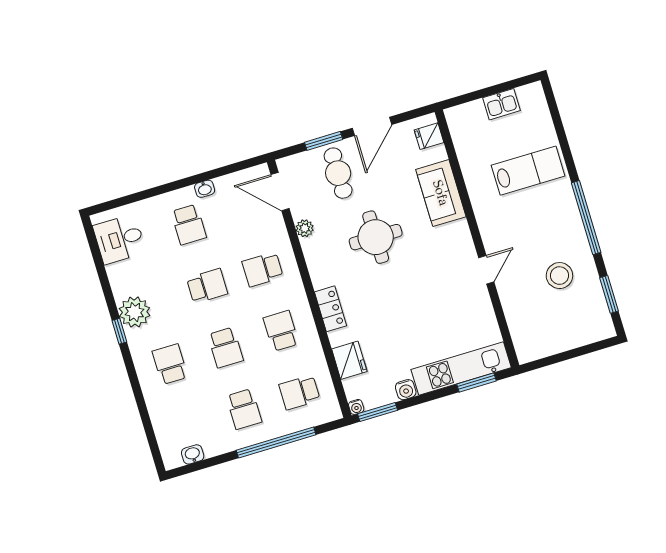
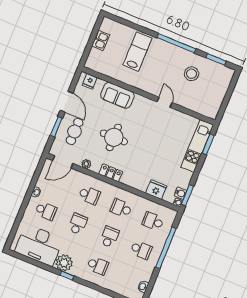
cafe table: (338, 173) -> (75, 131), turned 90
desk: (119, 239) -> (39, 245), width x1.87, depth x1.30
school desk: (263, 269) -> (89, 195), turned -90
locker: (331, 309) -> (111, 173), moved
school desk: (226, 348) -> (109, 237), turned -90
school desk: (170, 364) -> (98, 266), turned 180
water cooler: (406, 390) -> (180, 193), moved
school desk: (300, 392) -> (153, 221), turned 90

